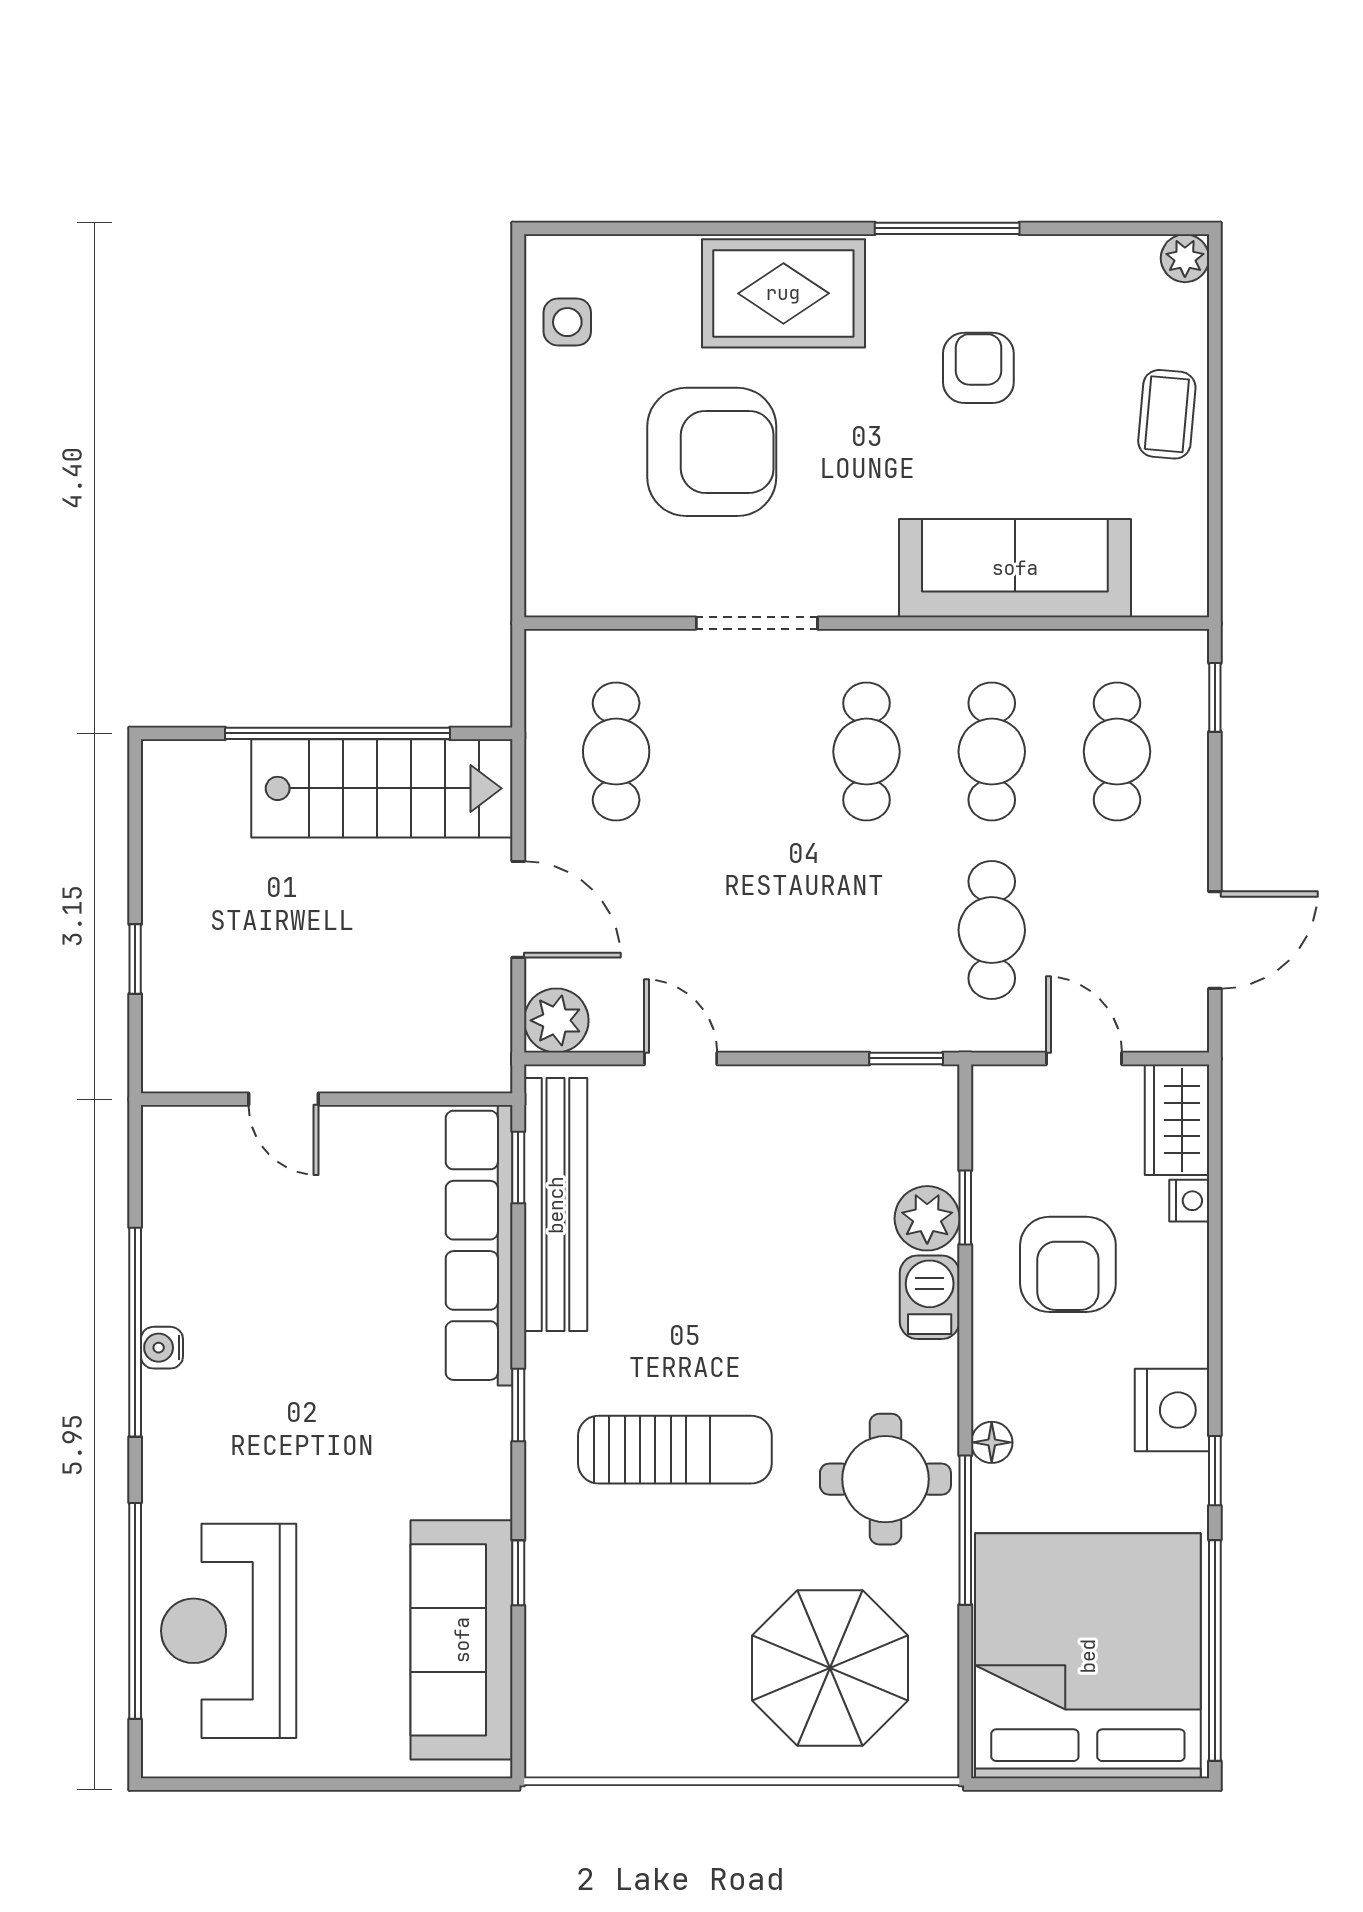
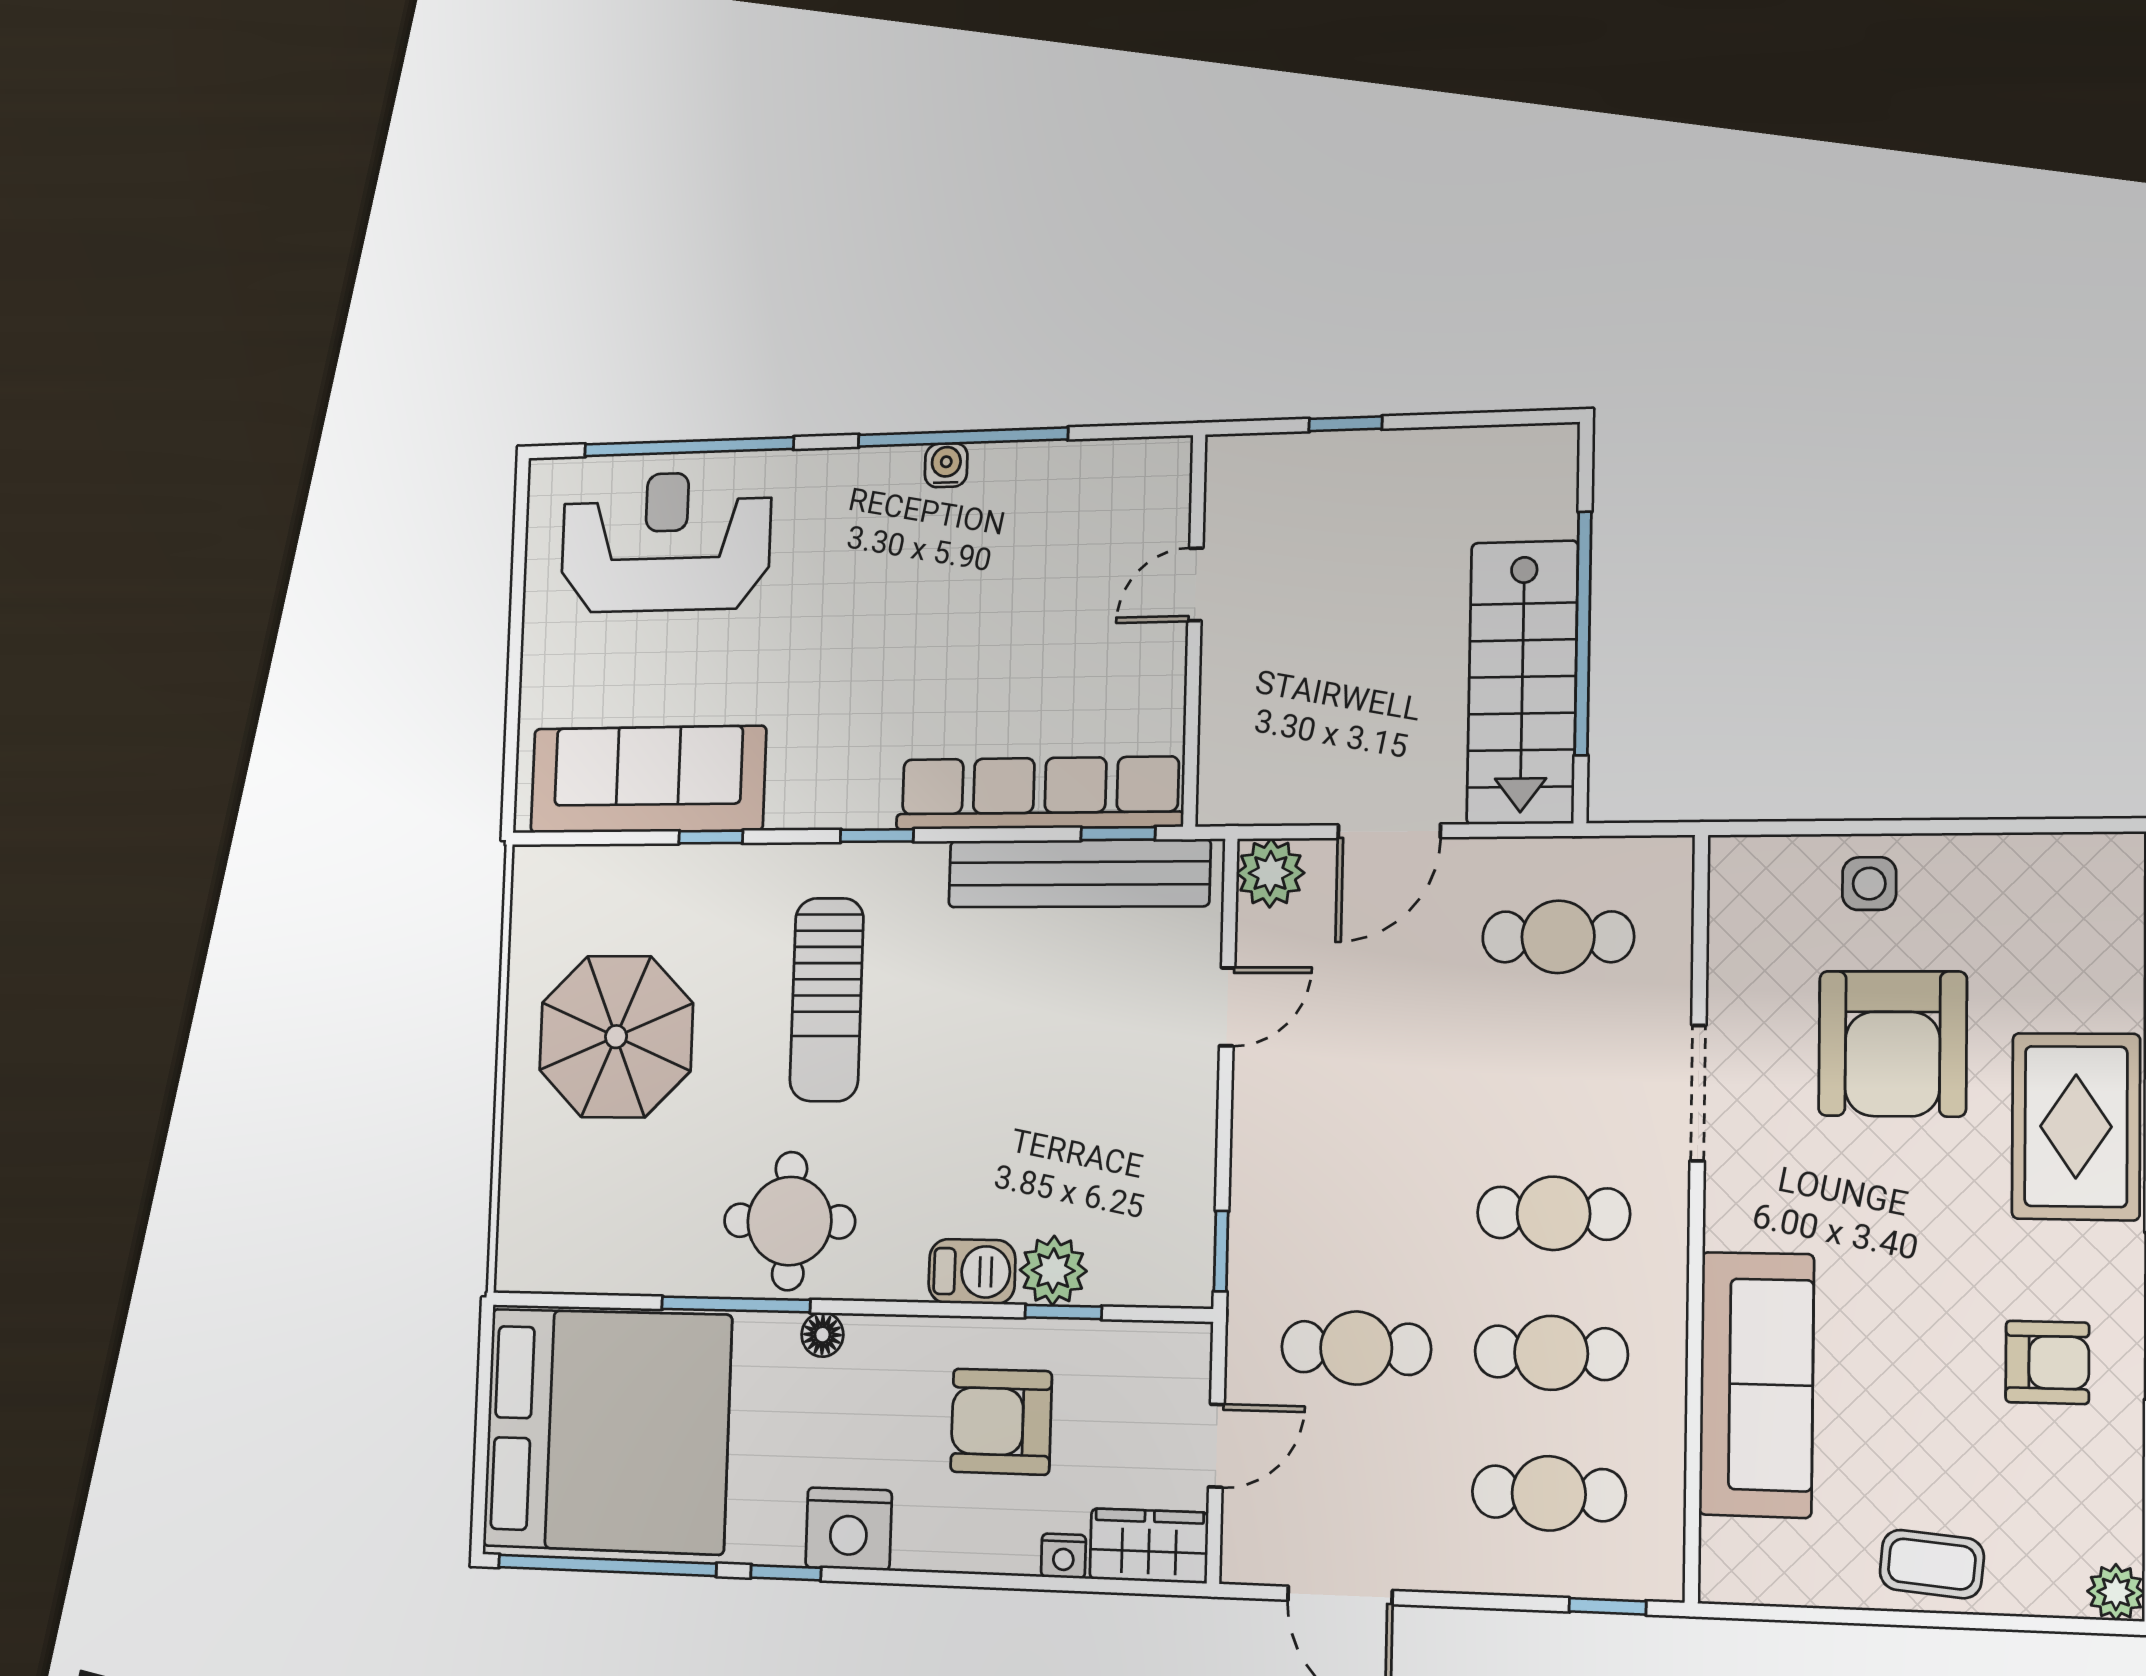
side table: (567, 322) -> (1869, 884), moved
armchair: (978, 368) -> (2047, 1362), moved
parasol: (830, 1668) -> (616, 1037), moved

